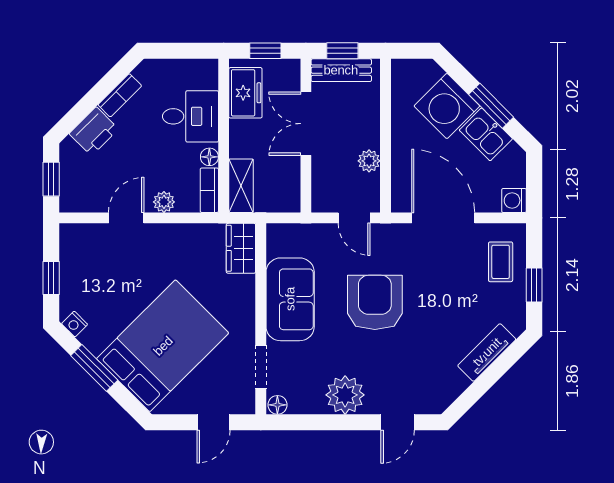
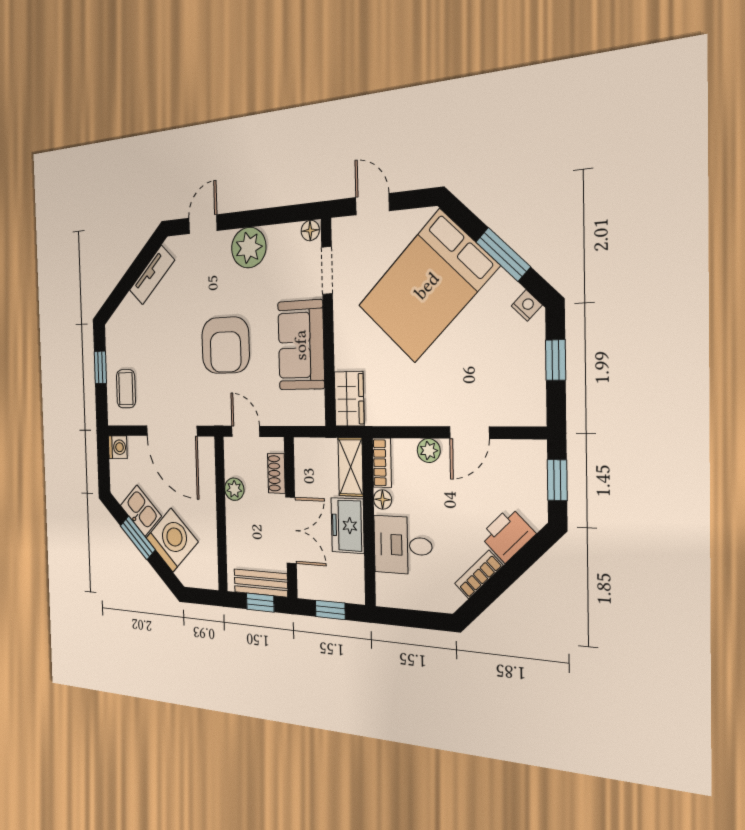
freezer: (245, 93) -> (348, 526), moved
shoe rack: (320, 178) -> (276, 473), added
tv unit: (487, 352) -> (152, 275), moved
door: (214, 422) -> (372, 204), hinge flipped

